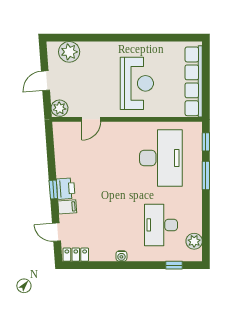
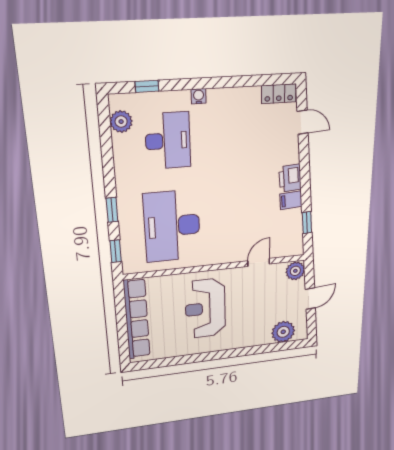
window: (206, 175) -> (112, 210), width x0.67
window: (53, 190) -> (307, 223), moved
filing cabinet: (67, 207) -> (291, 200), moved
water cooler: (121, 256) -> (199, 96), moved

